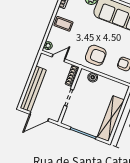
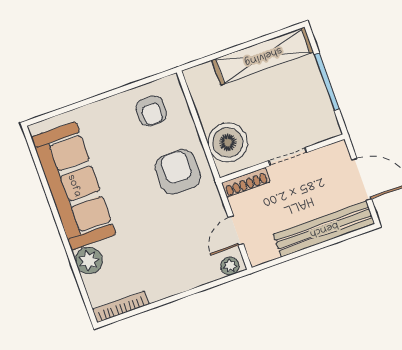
coffee table: (63, 24) -> (171, 271), removed
door: (58, 58) -> (236, 231), hinge flipped
boiler: (93, 77) -> (228, 142), width x1.86, depth x1.86

